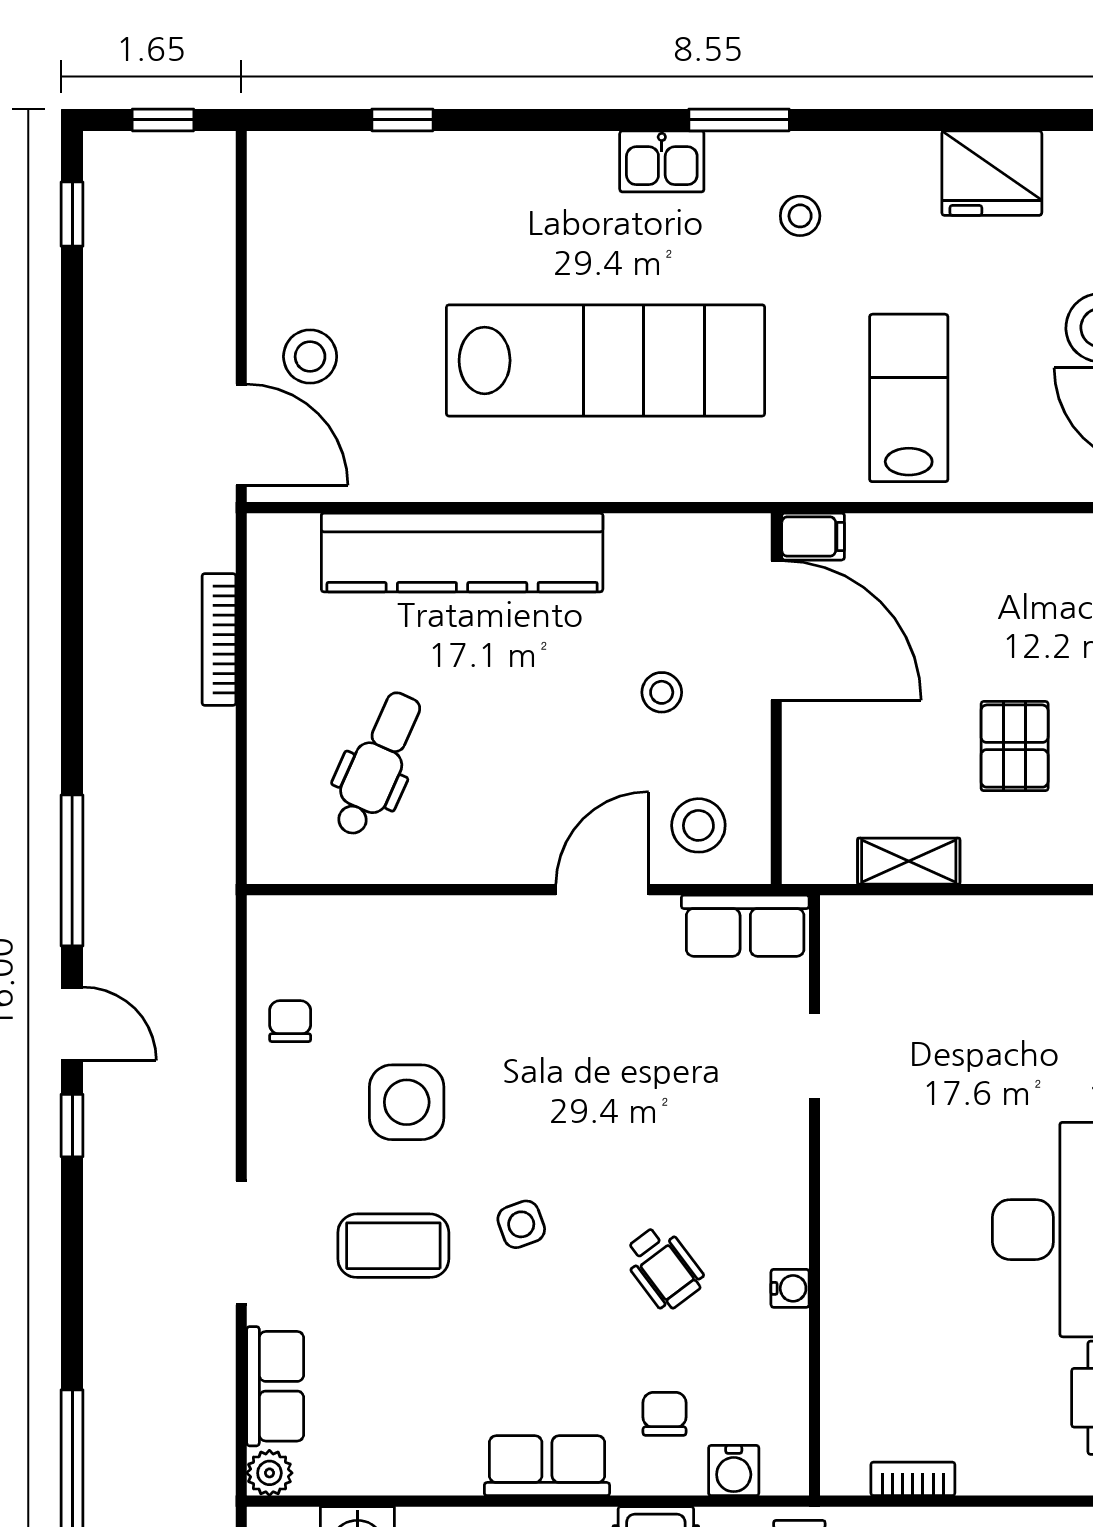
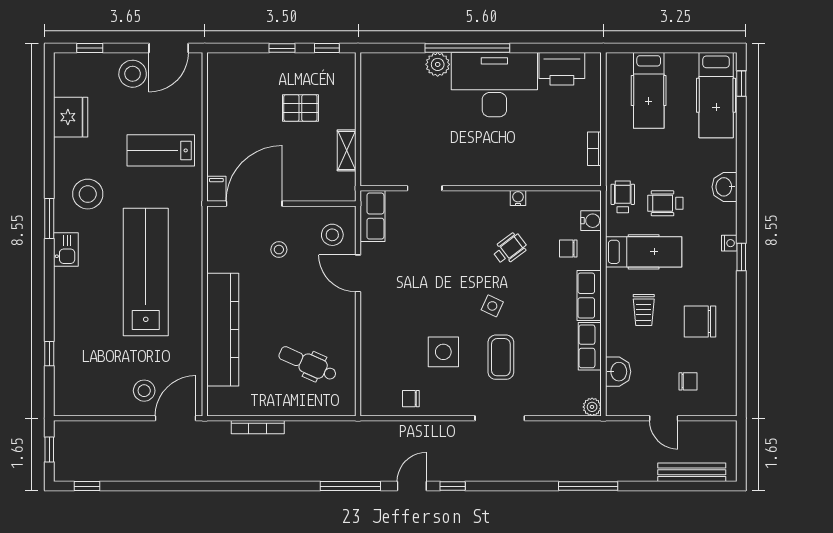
stool: (800, 216) -> (88, 194), width x1.89, depth x1.89
side table: (521, 1224) -> (492, 306), turned 45
row of seats: (275, 1386) -> (590, 346), moved, turned -90

